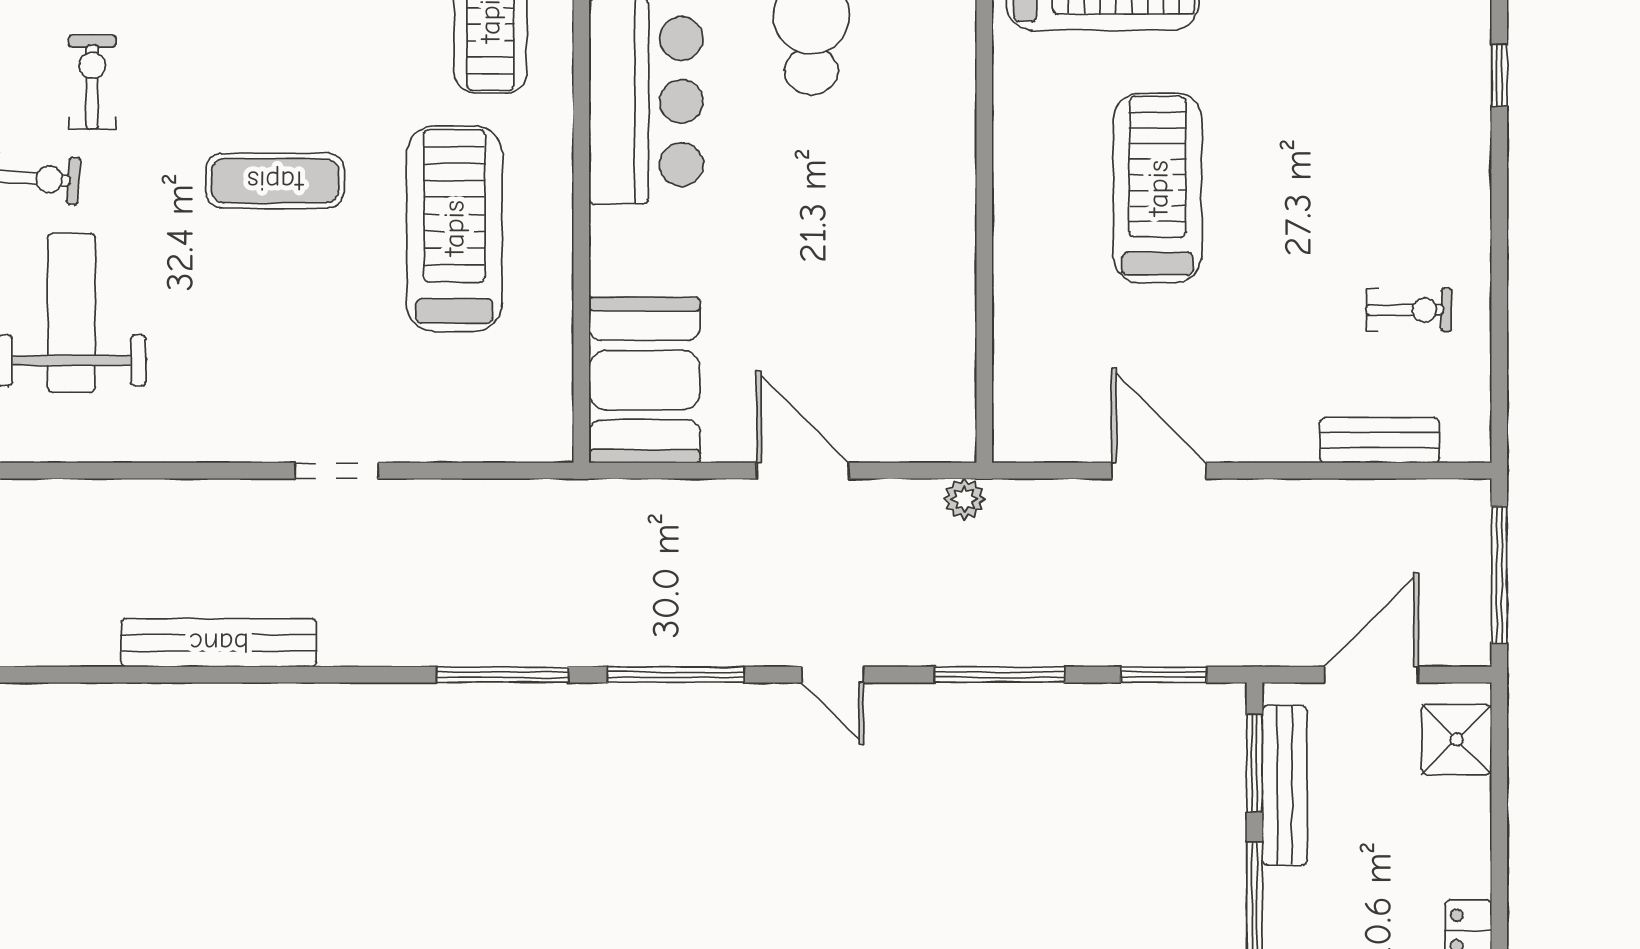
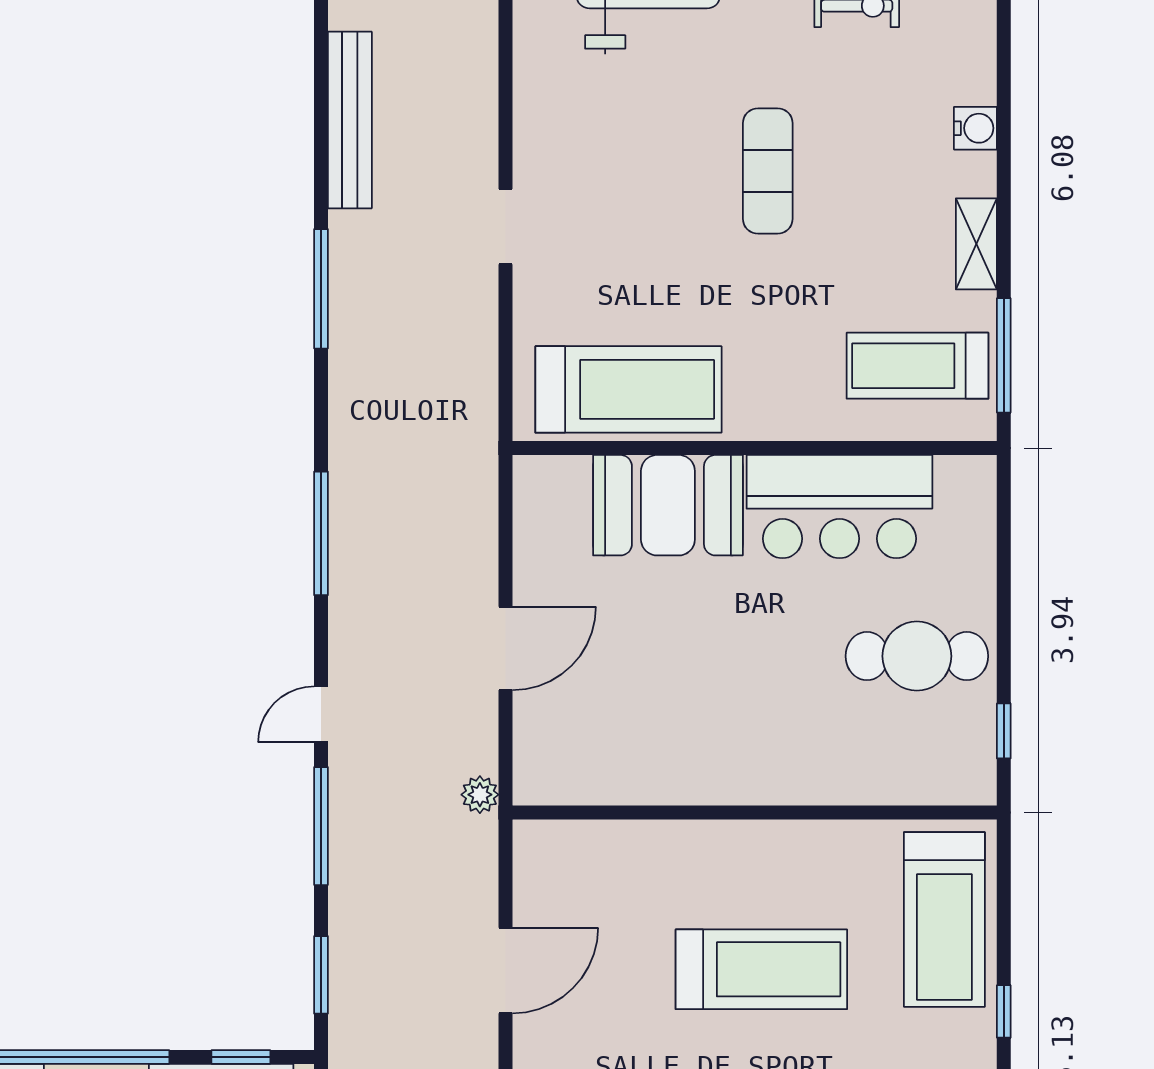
treadmill: (454, 228) -> (628, 389), moved
booth: (645, 380) -> (668, 505), moved
window: (503, 675) -> (321, 289), moved
door: (833, 675) -> (321, 714), moved
window: (1254, 763) -> (241, 1057), width x0.67

